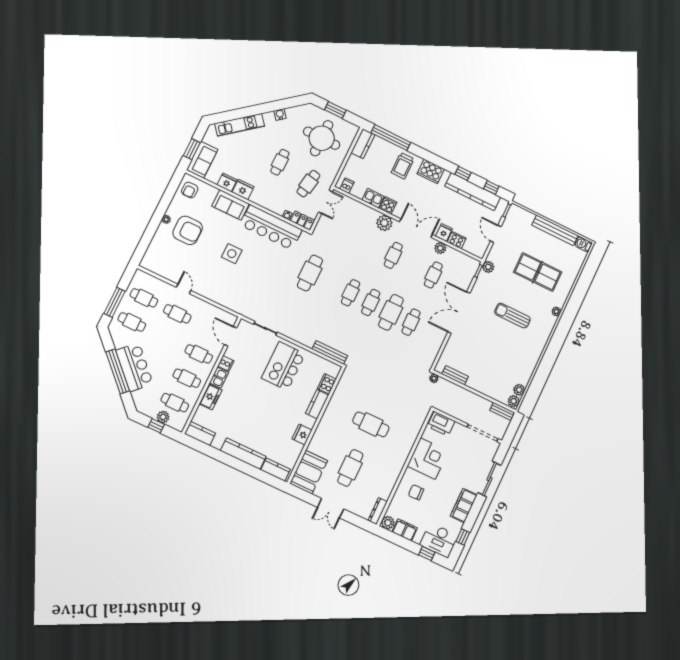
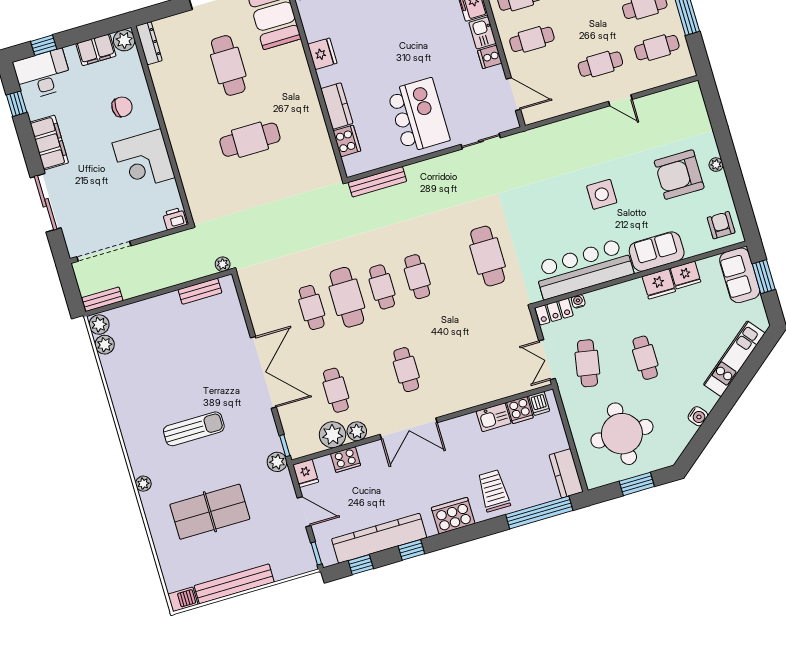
cooker: (388, 205) -> (520, 410), moved
plant: (384, 223) -> (333, 435), moved
fridge: (444, 232) -> (306, 473), moved
printer: (441, 424) -> (175, 219), width x0.53, depth x0.68

